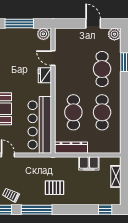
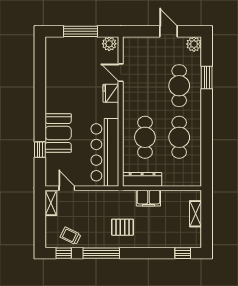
filing cabinet: (89, 163) -> (148, 198), moved

